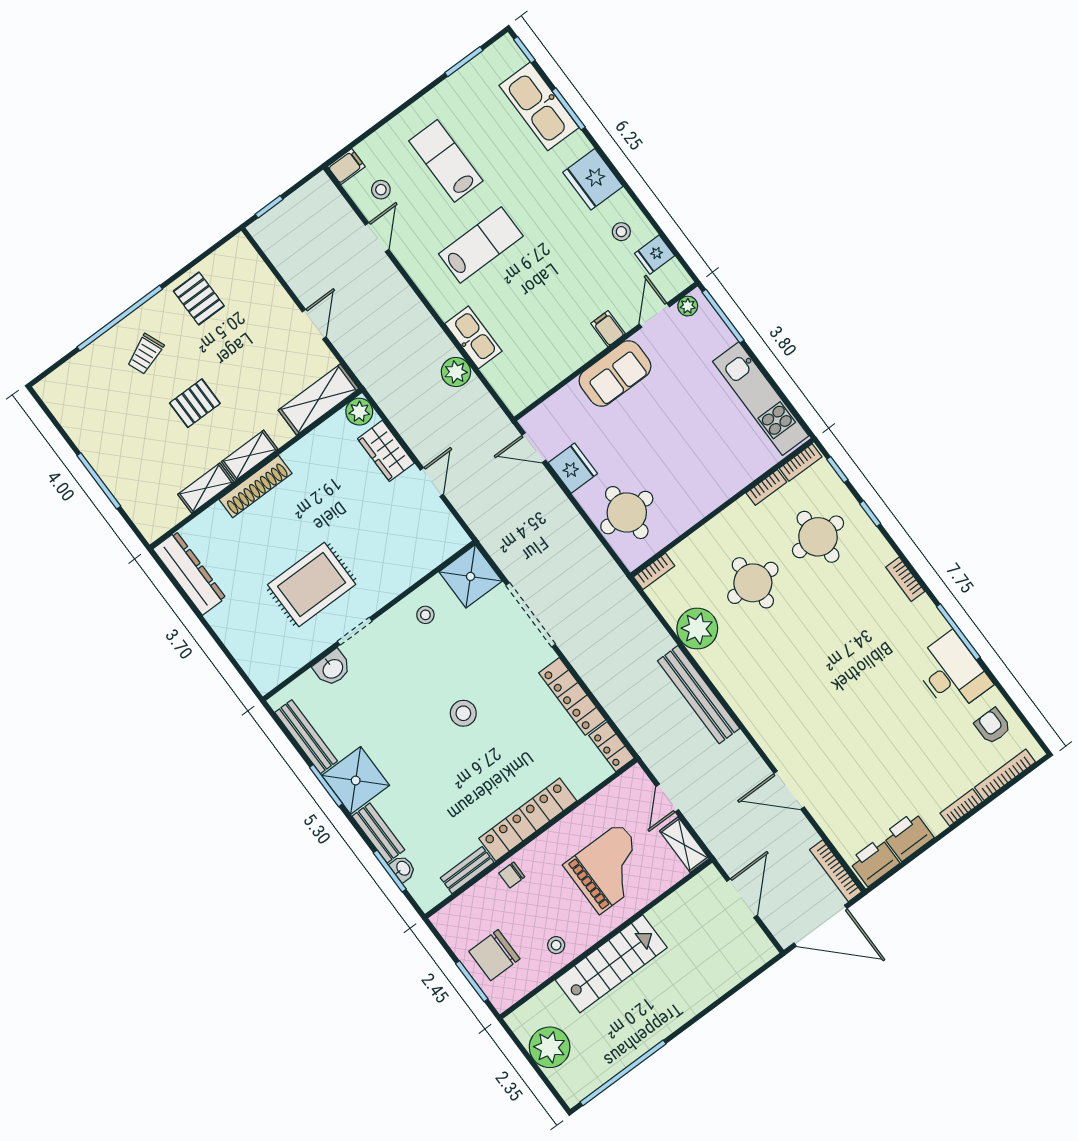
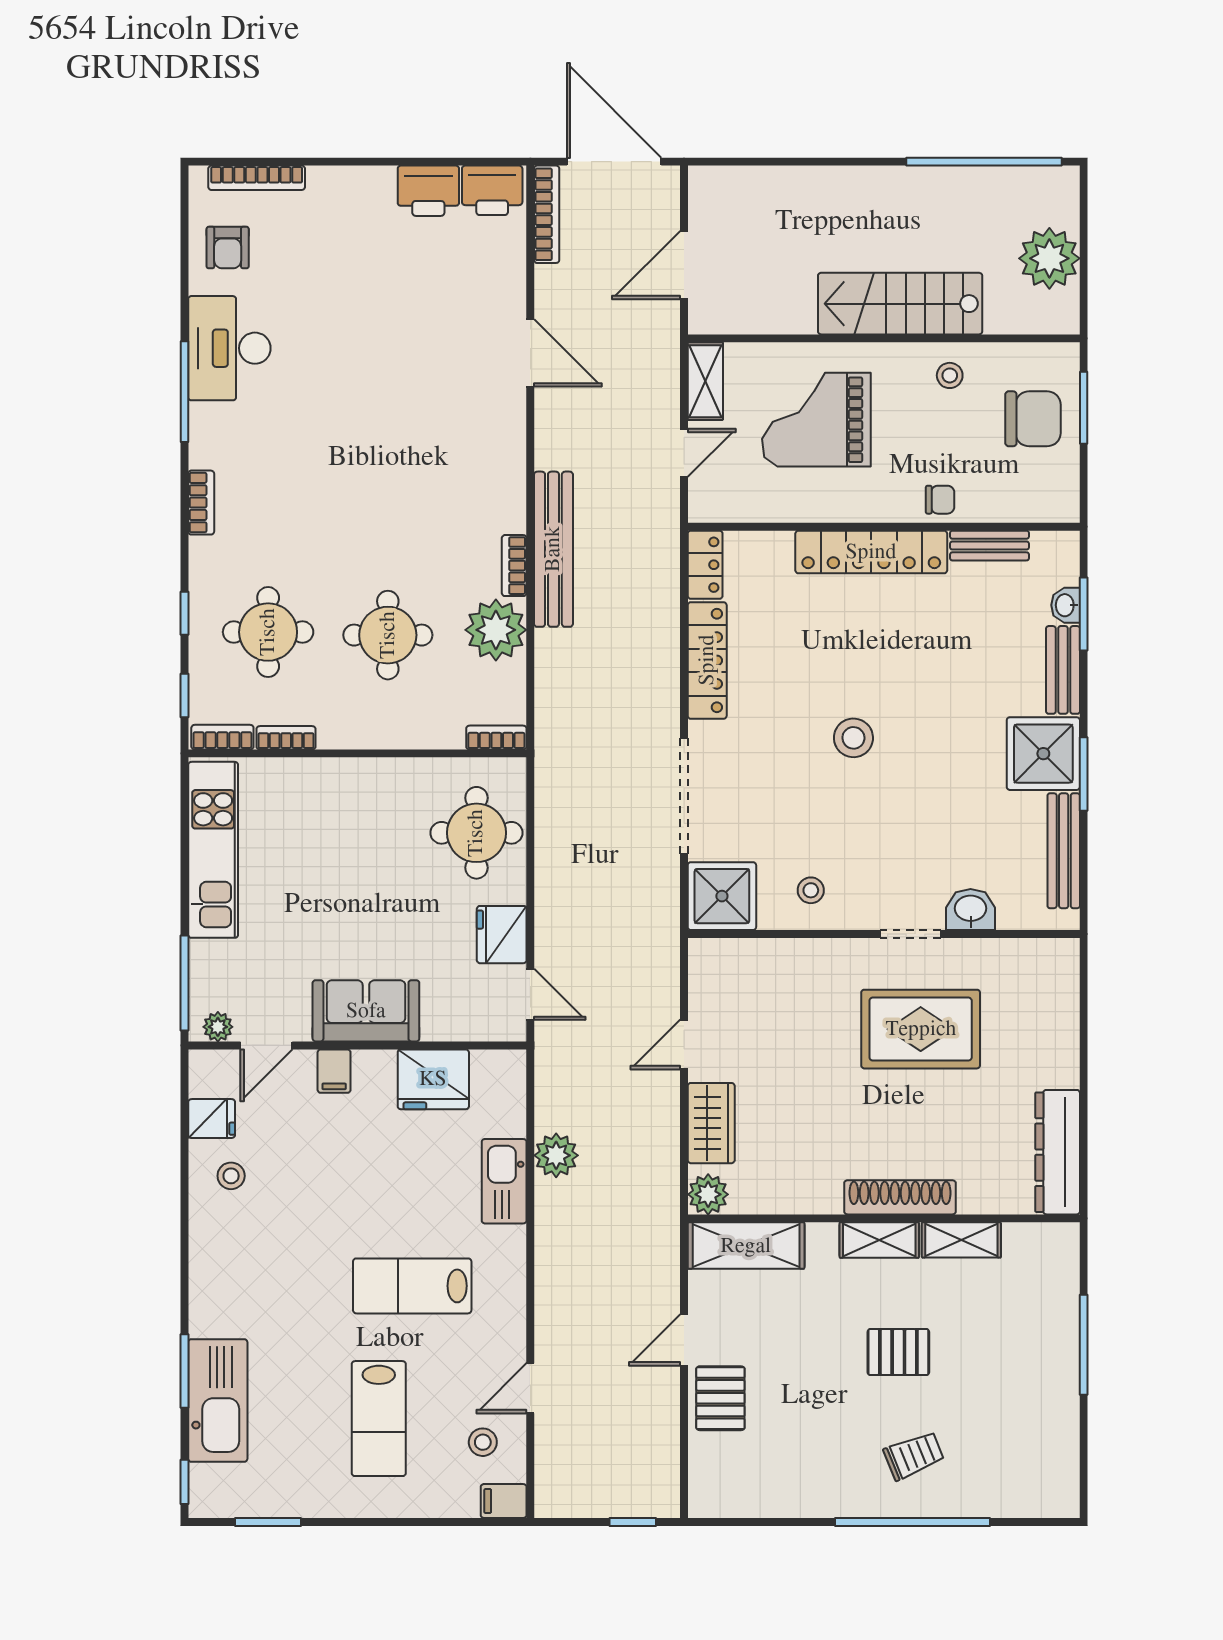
fridge: (593, 179) -> (433, 1079), moved, turned 90
pallet: (199, 298) -> (720, 1398), moved
bookcase: (961, 807) -> (514, 566), moved, turned 90

